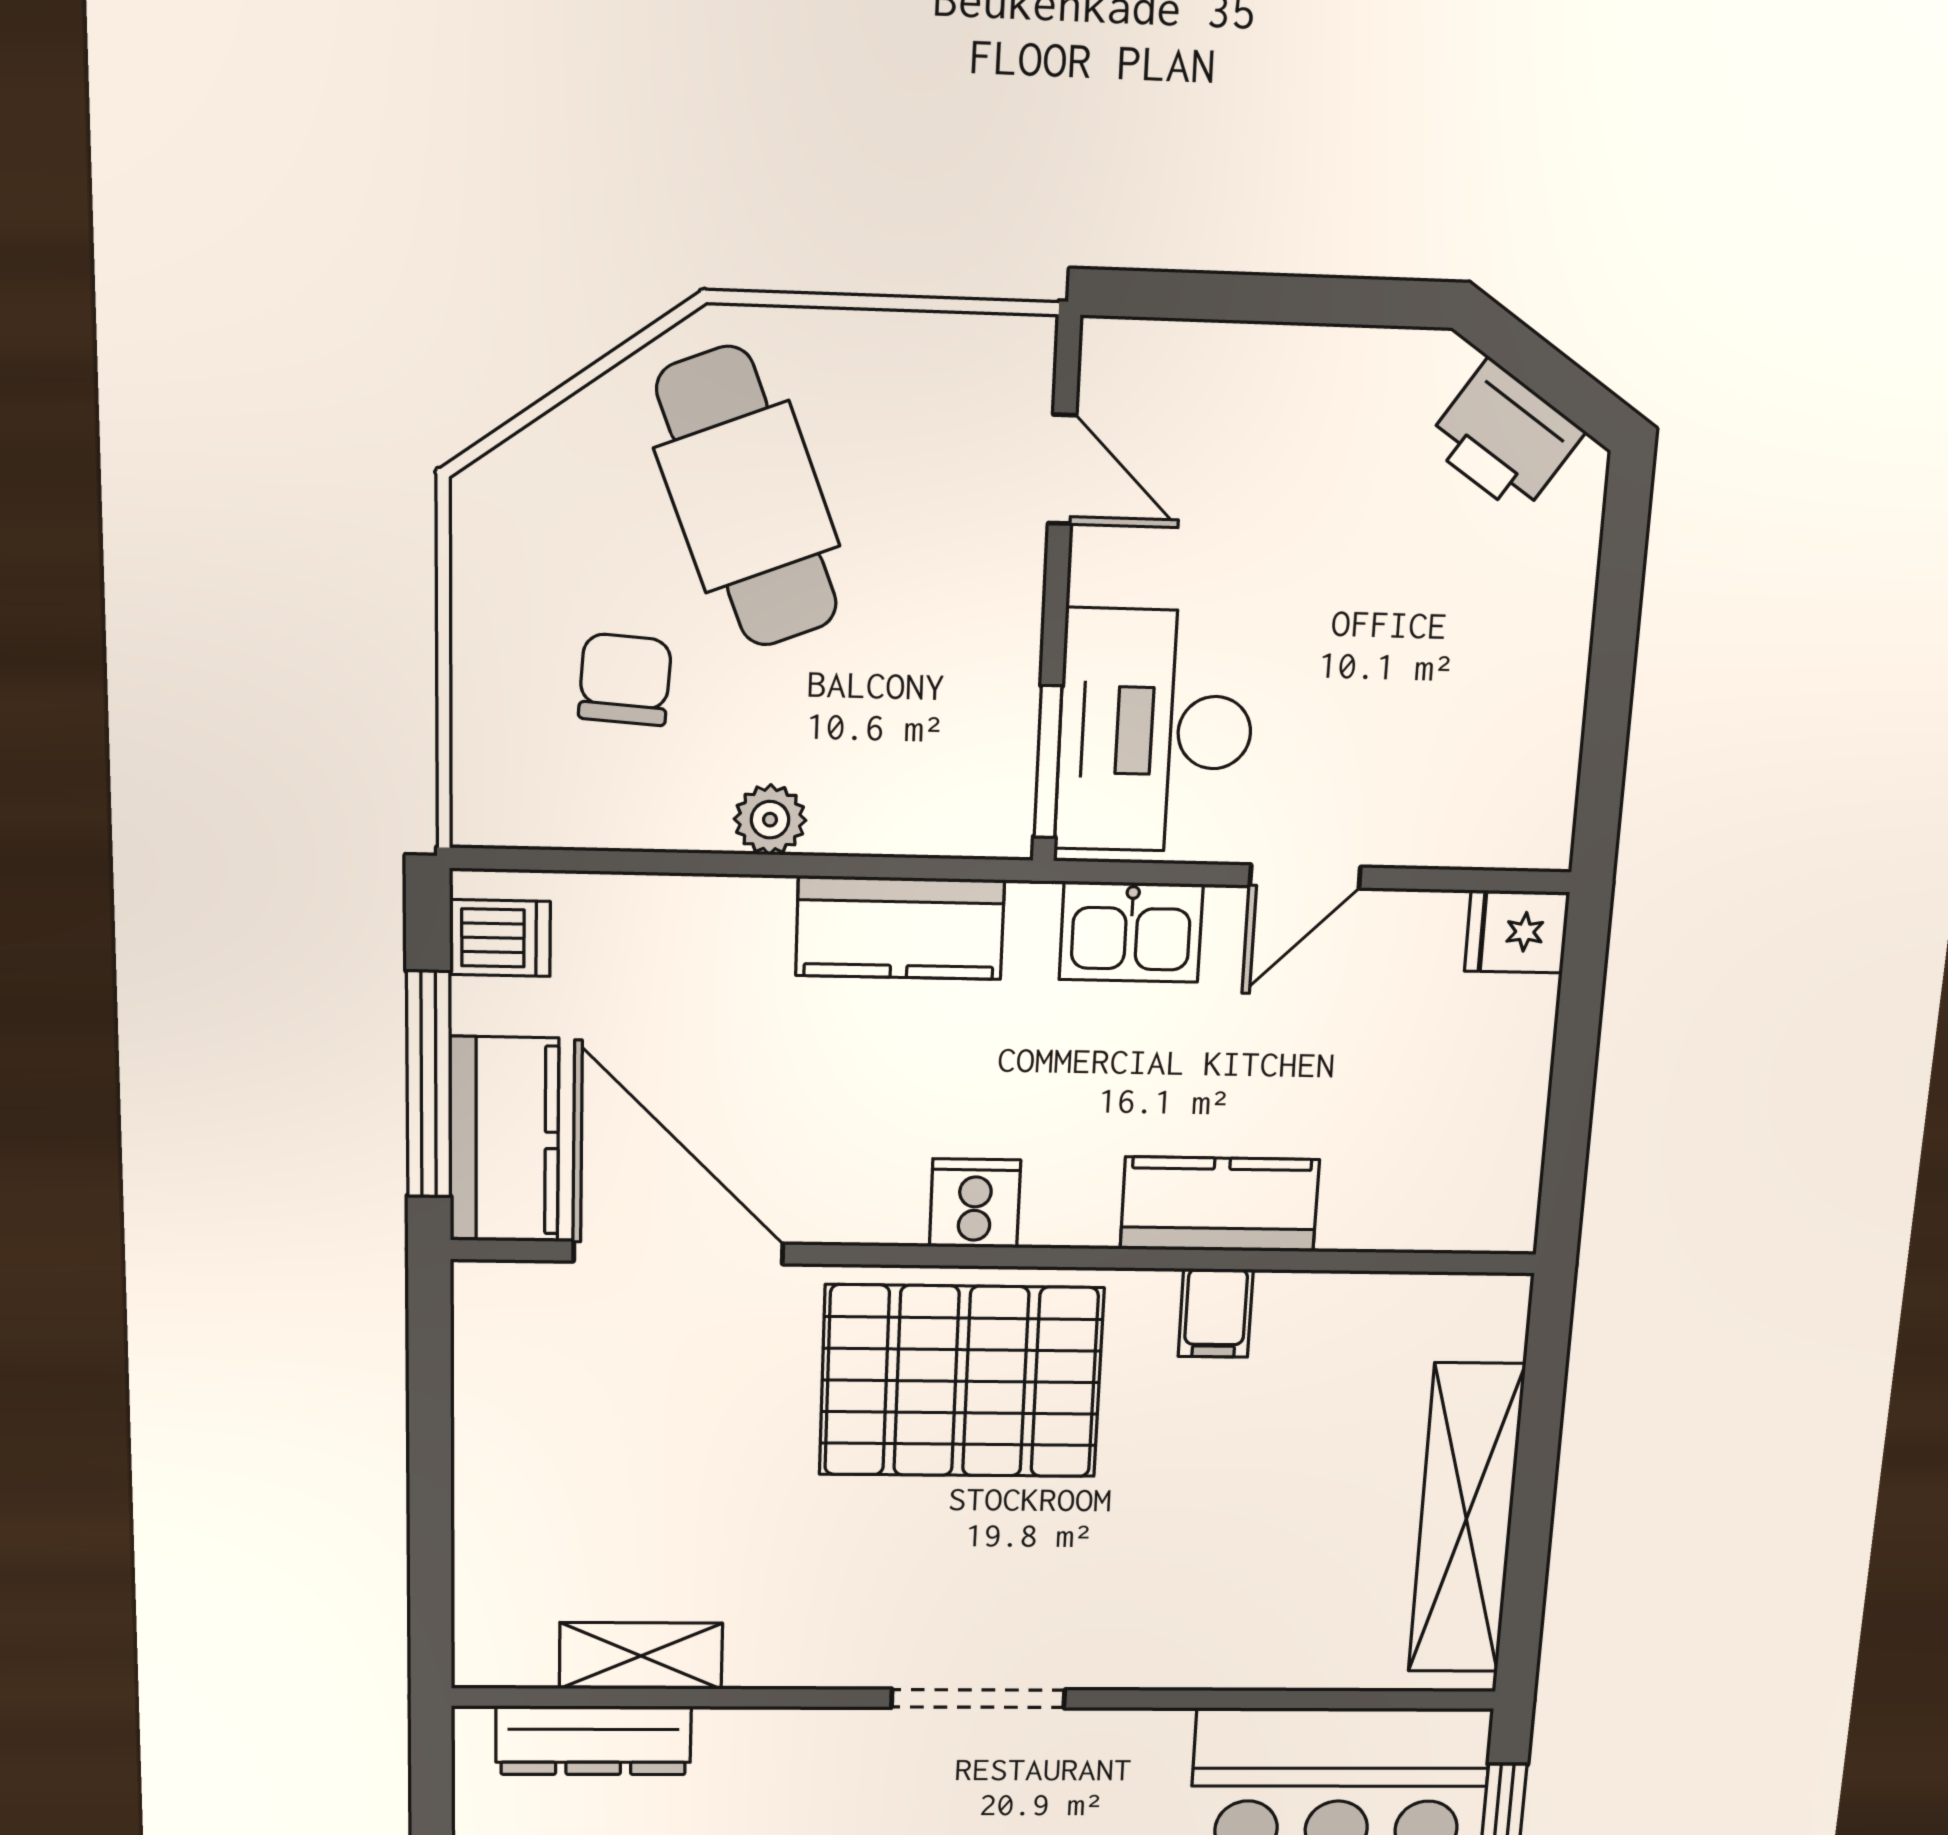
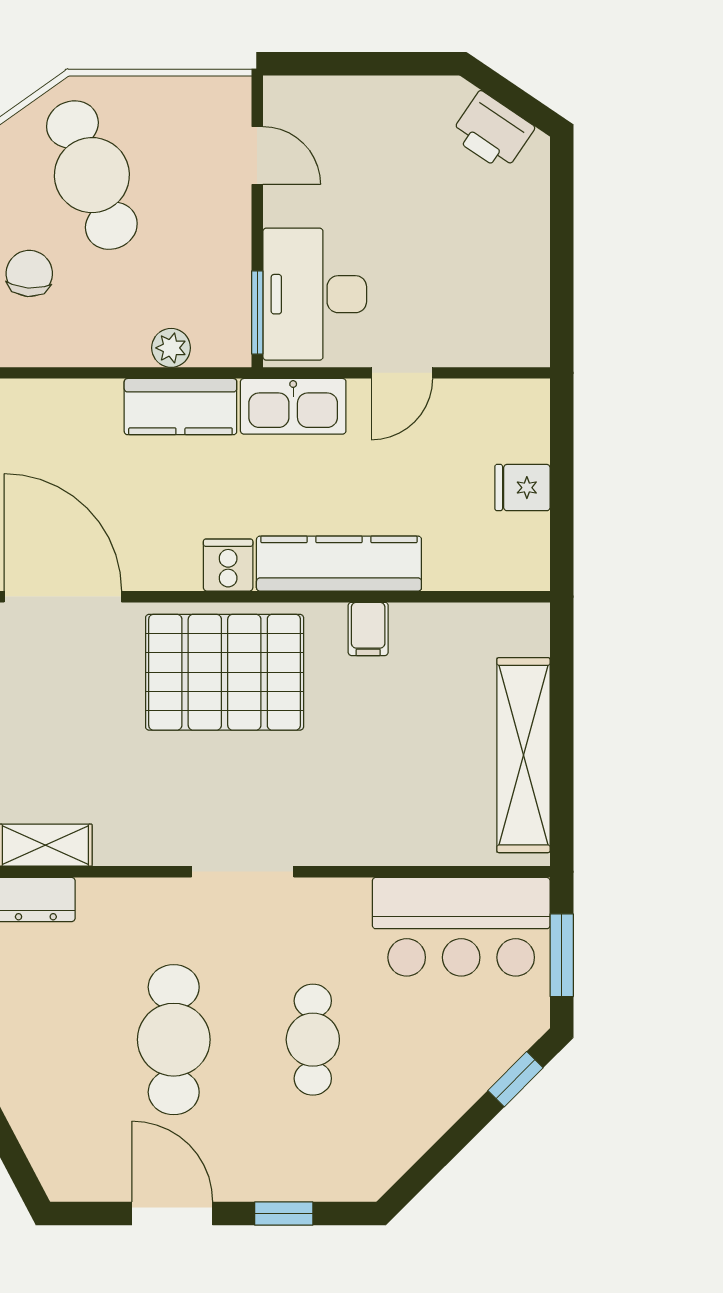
plant: (770, 820) -> (171, 348), moved
kitchen sink: (1131, 932) -> (293, 406), width x1.38
fridge: (1517, 932) -> (522, 488), moved
kitchen counter: (1220, 1204) -> (339, 564), width x1.50

